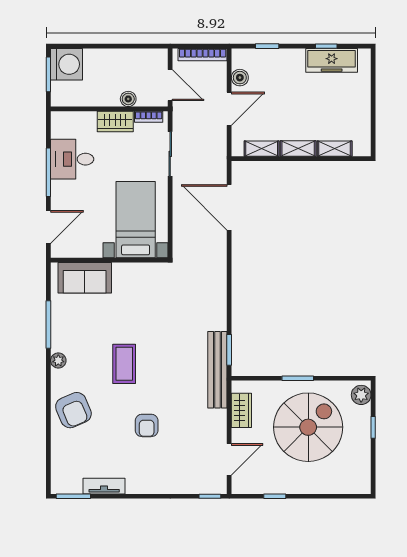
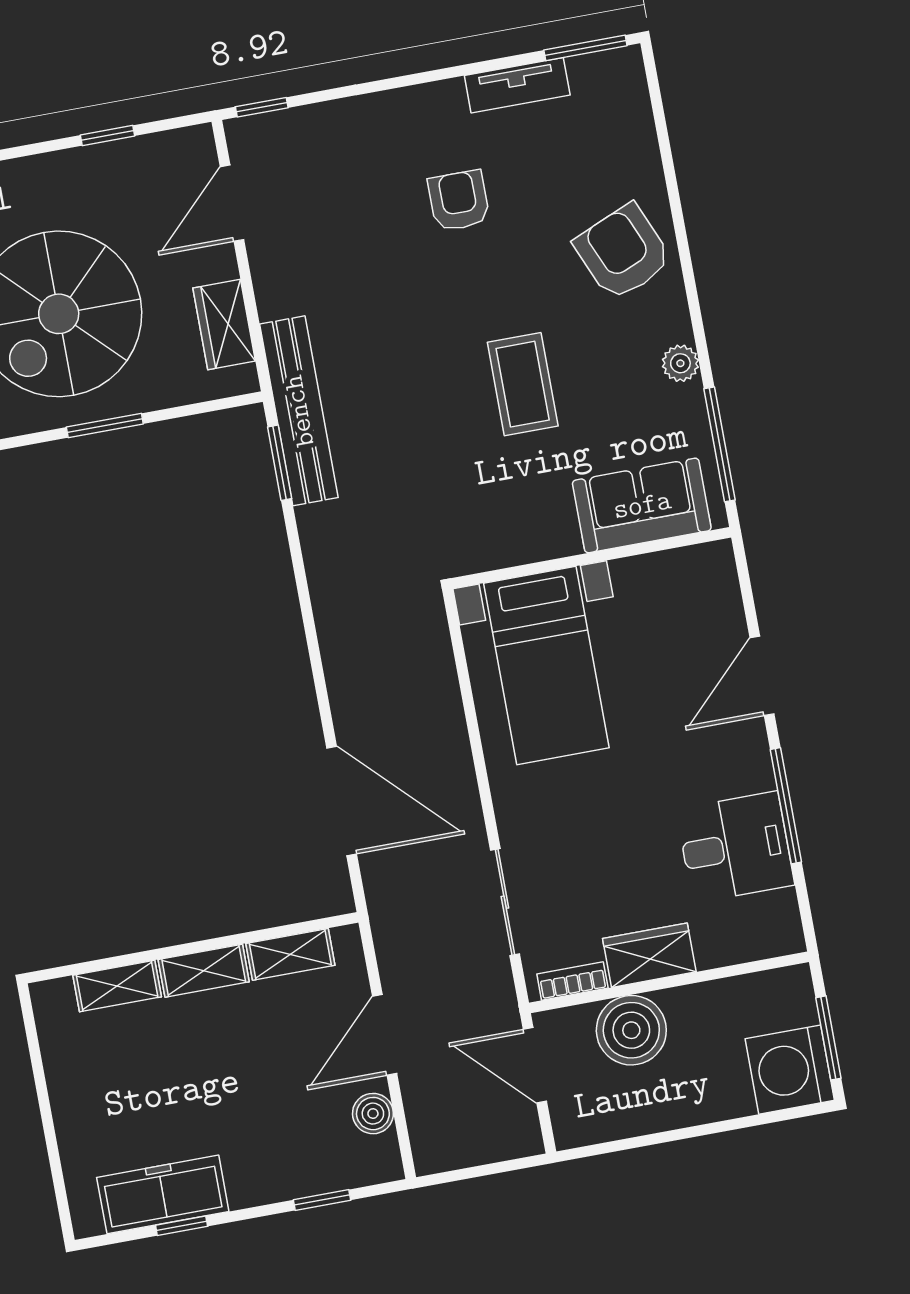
bookcase: (203, 55) -> (471, 1152), removed
boiler: (128, 99) -> (631, 1030), width x1.86, depth x1.86
bed with nightstands: (136, 220) -> (546, 666), moved
wall: (109, 260) -> (591, 558), moved
sofa: (85, 278) -> (642, 505), moved
armchair: (147, 425) -> (459, 201), moved

